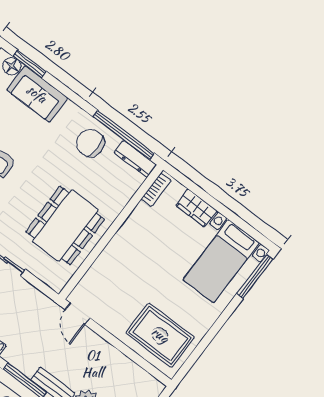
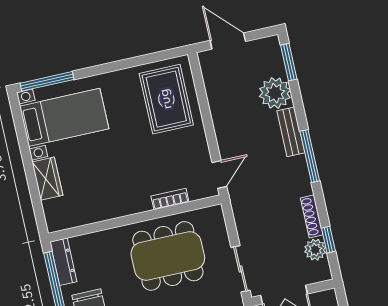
bookcase: (156, 190) -> (170, 199), moved

